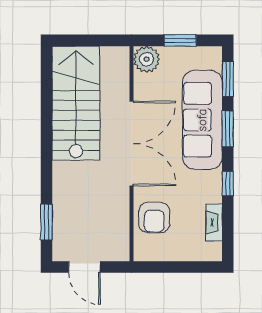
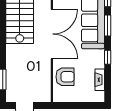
armchair: (154, 217) -> (65, 77), turned -90

